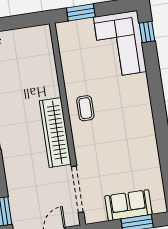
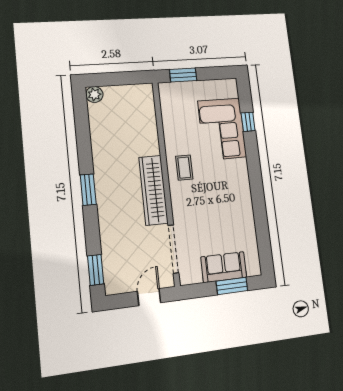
window: (147, 32) -> (248, 122), moved
corner sofa: (120, 44) -> (222, 129), moved

